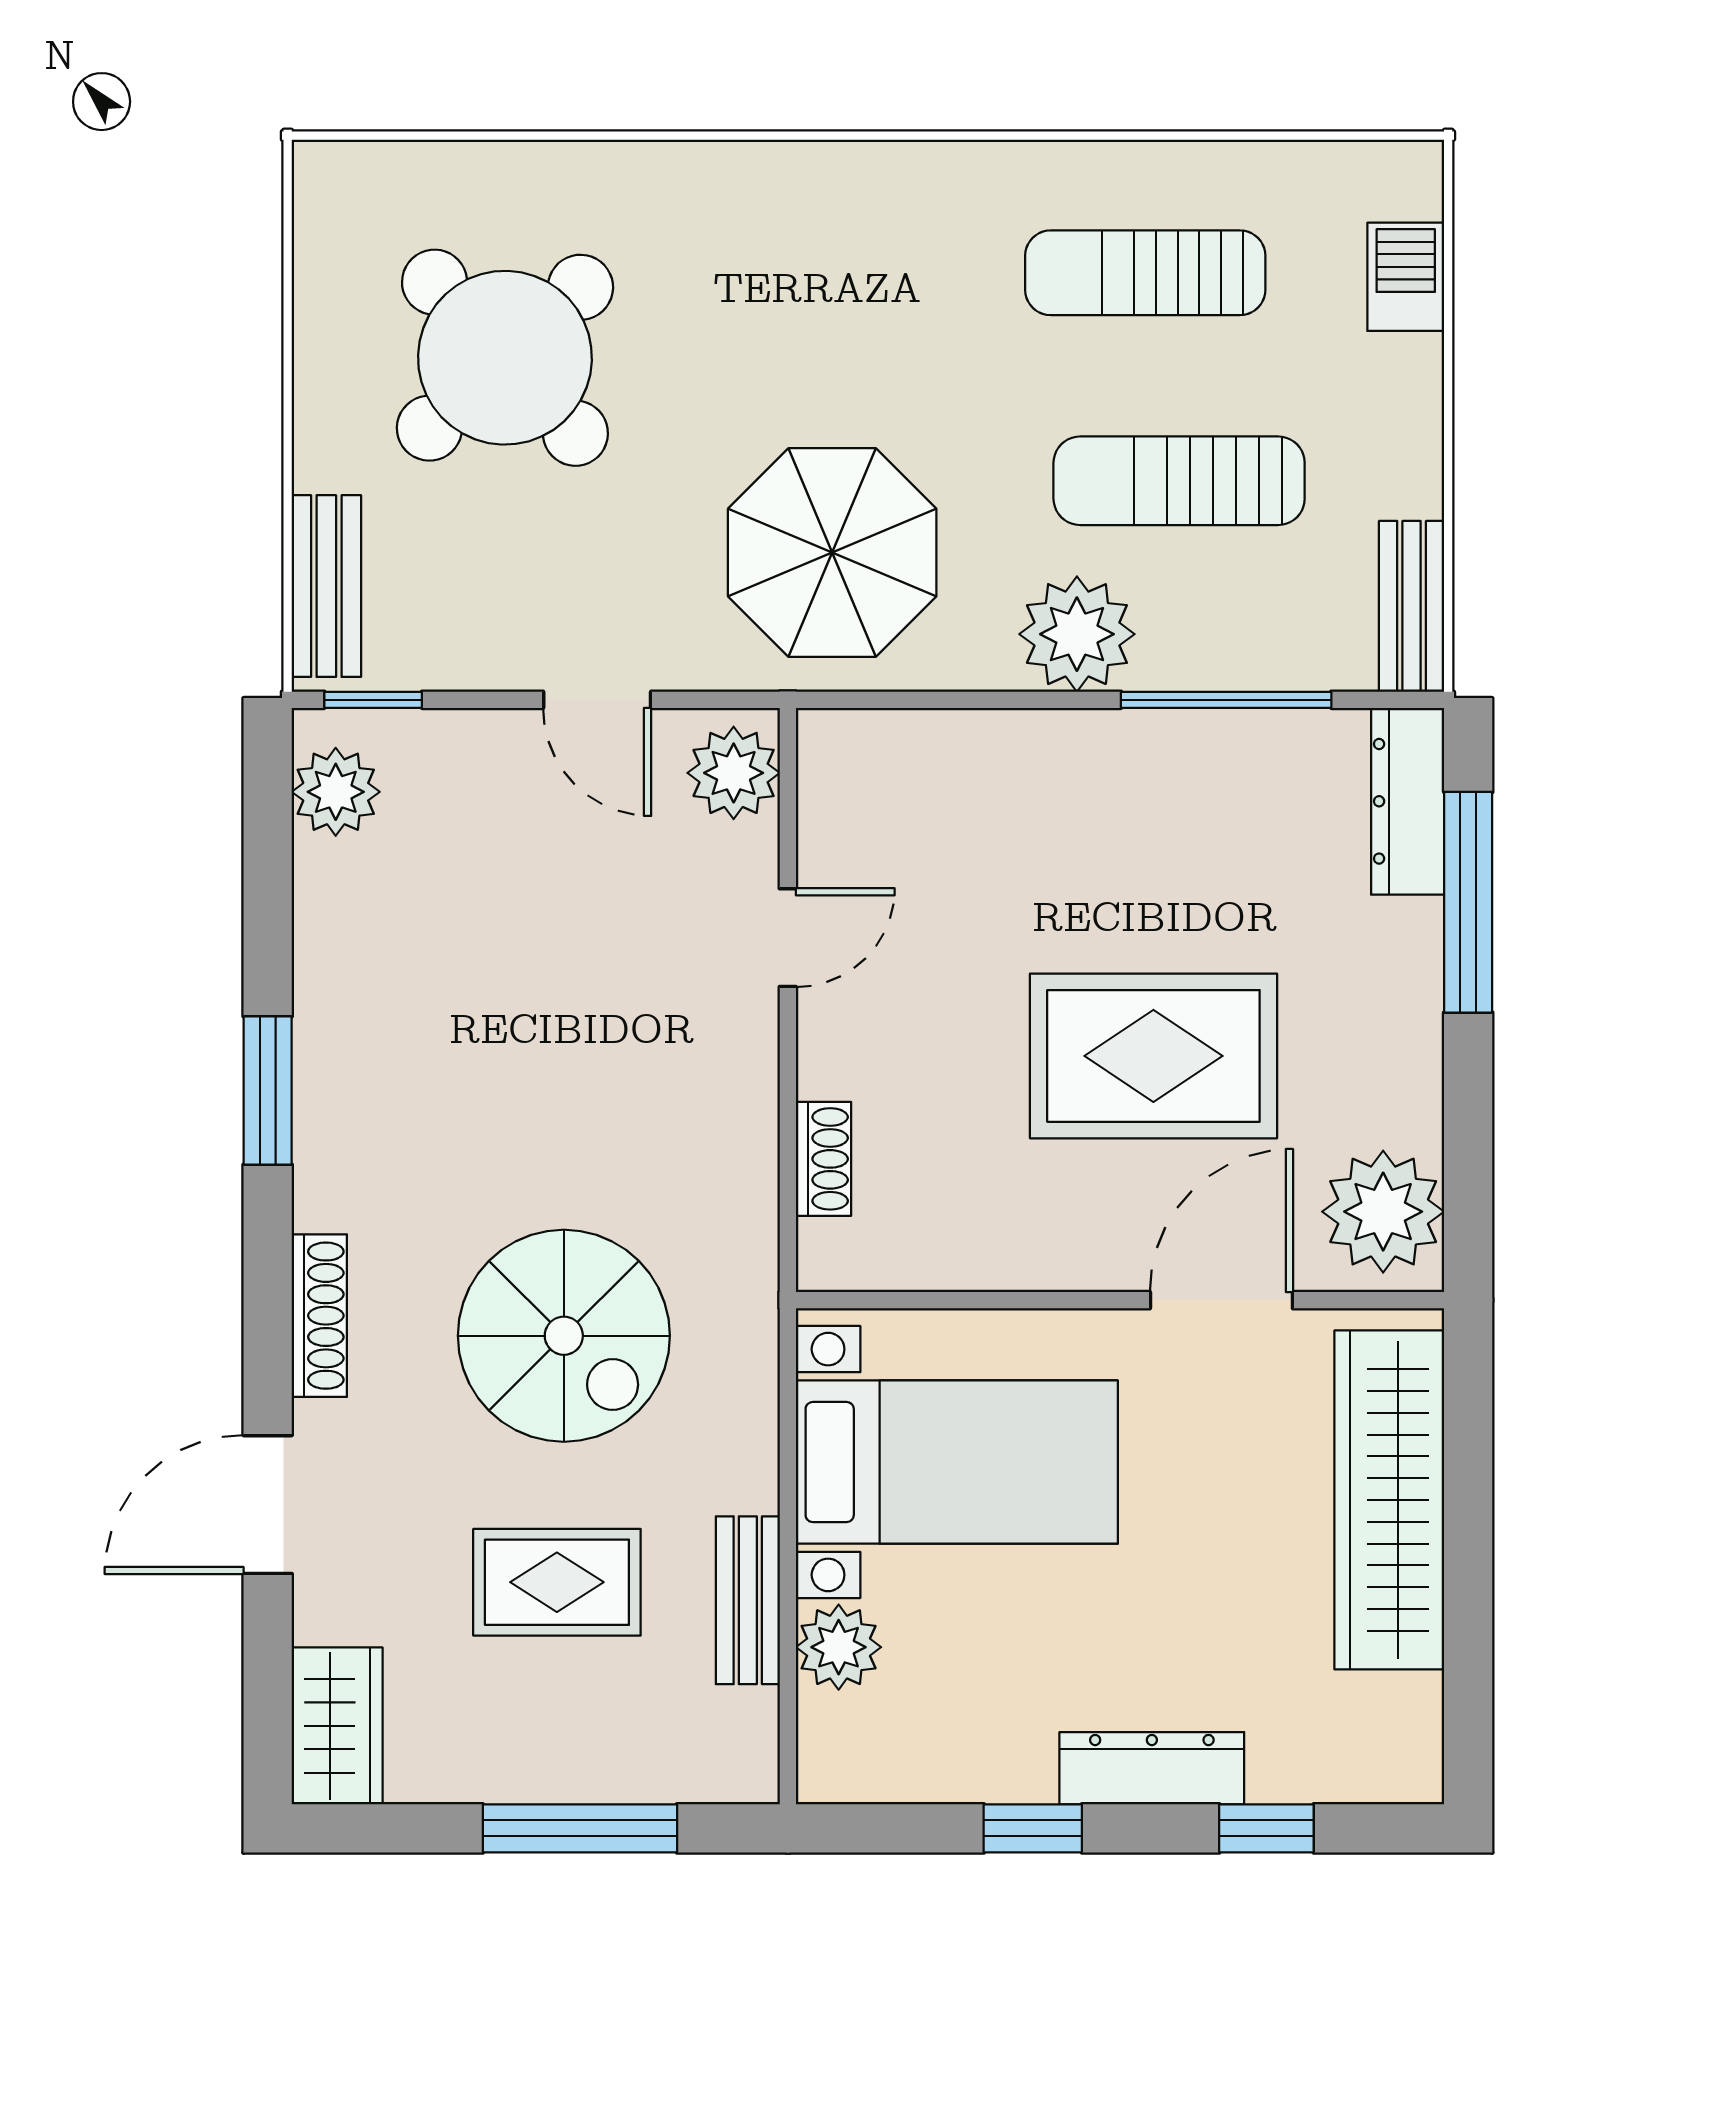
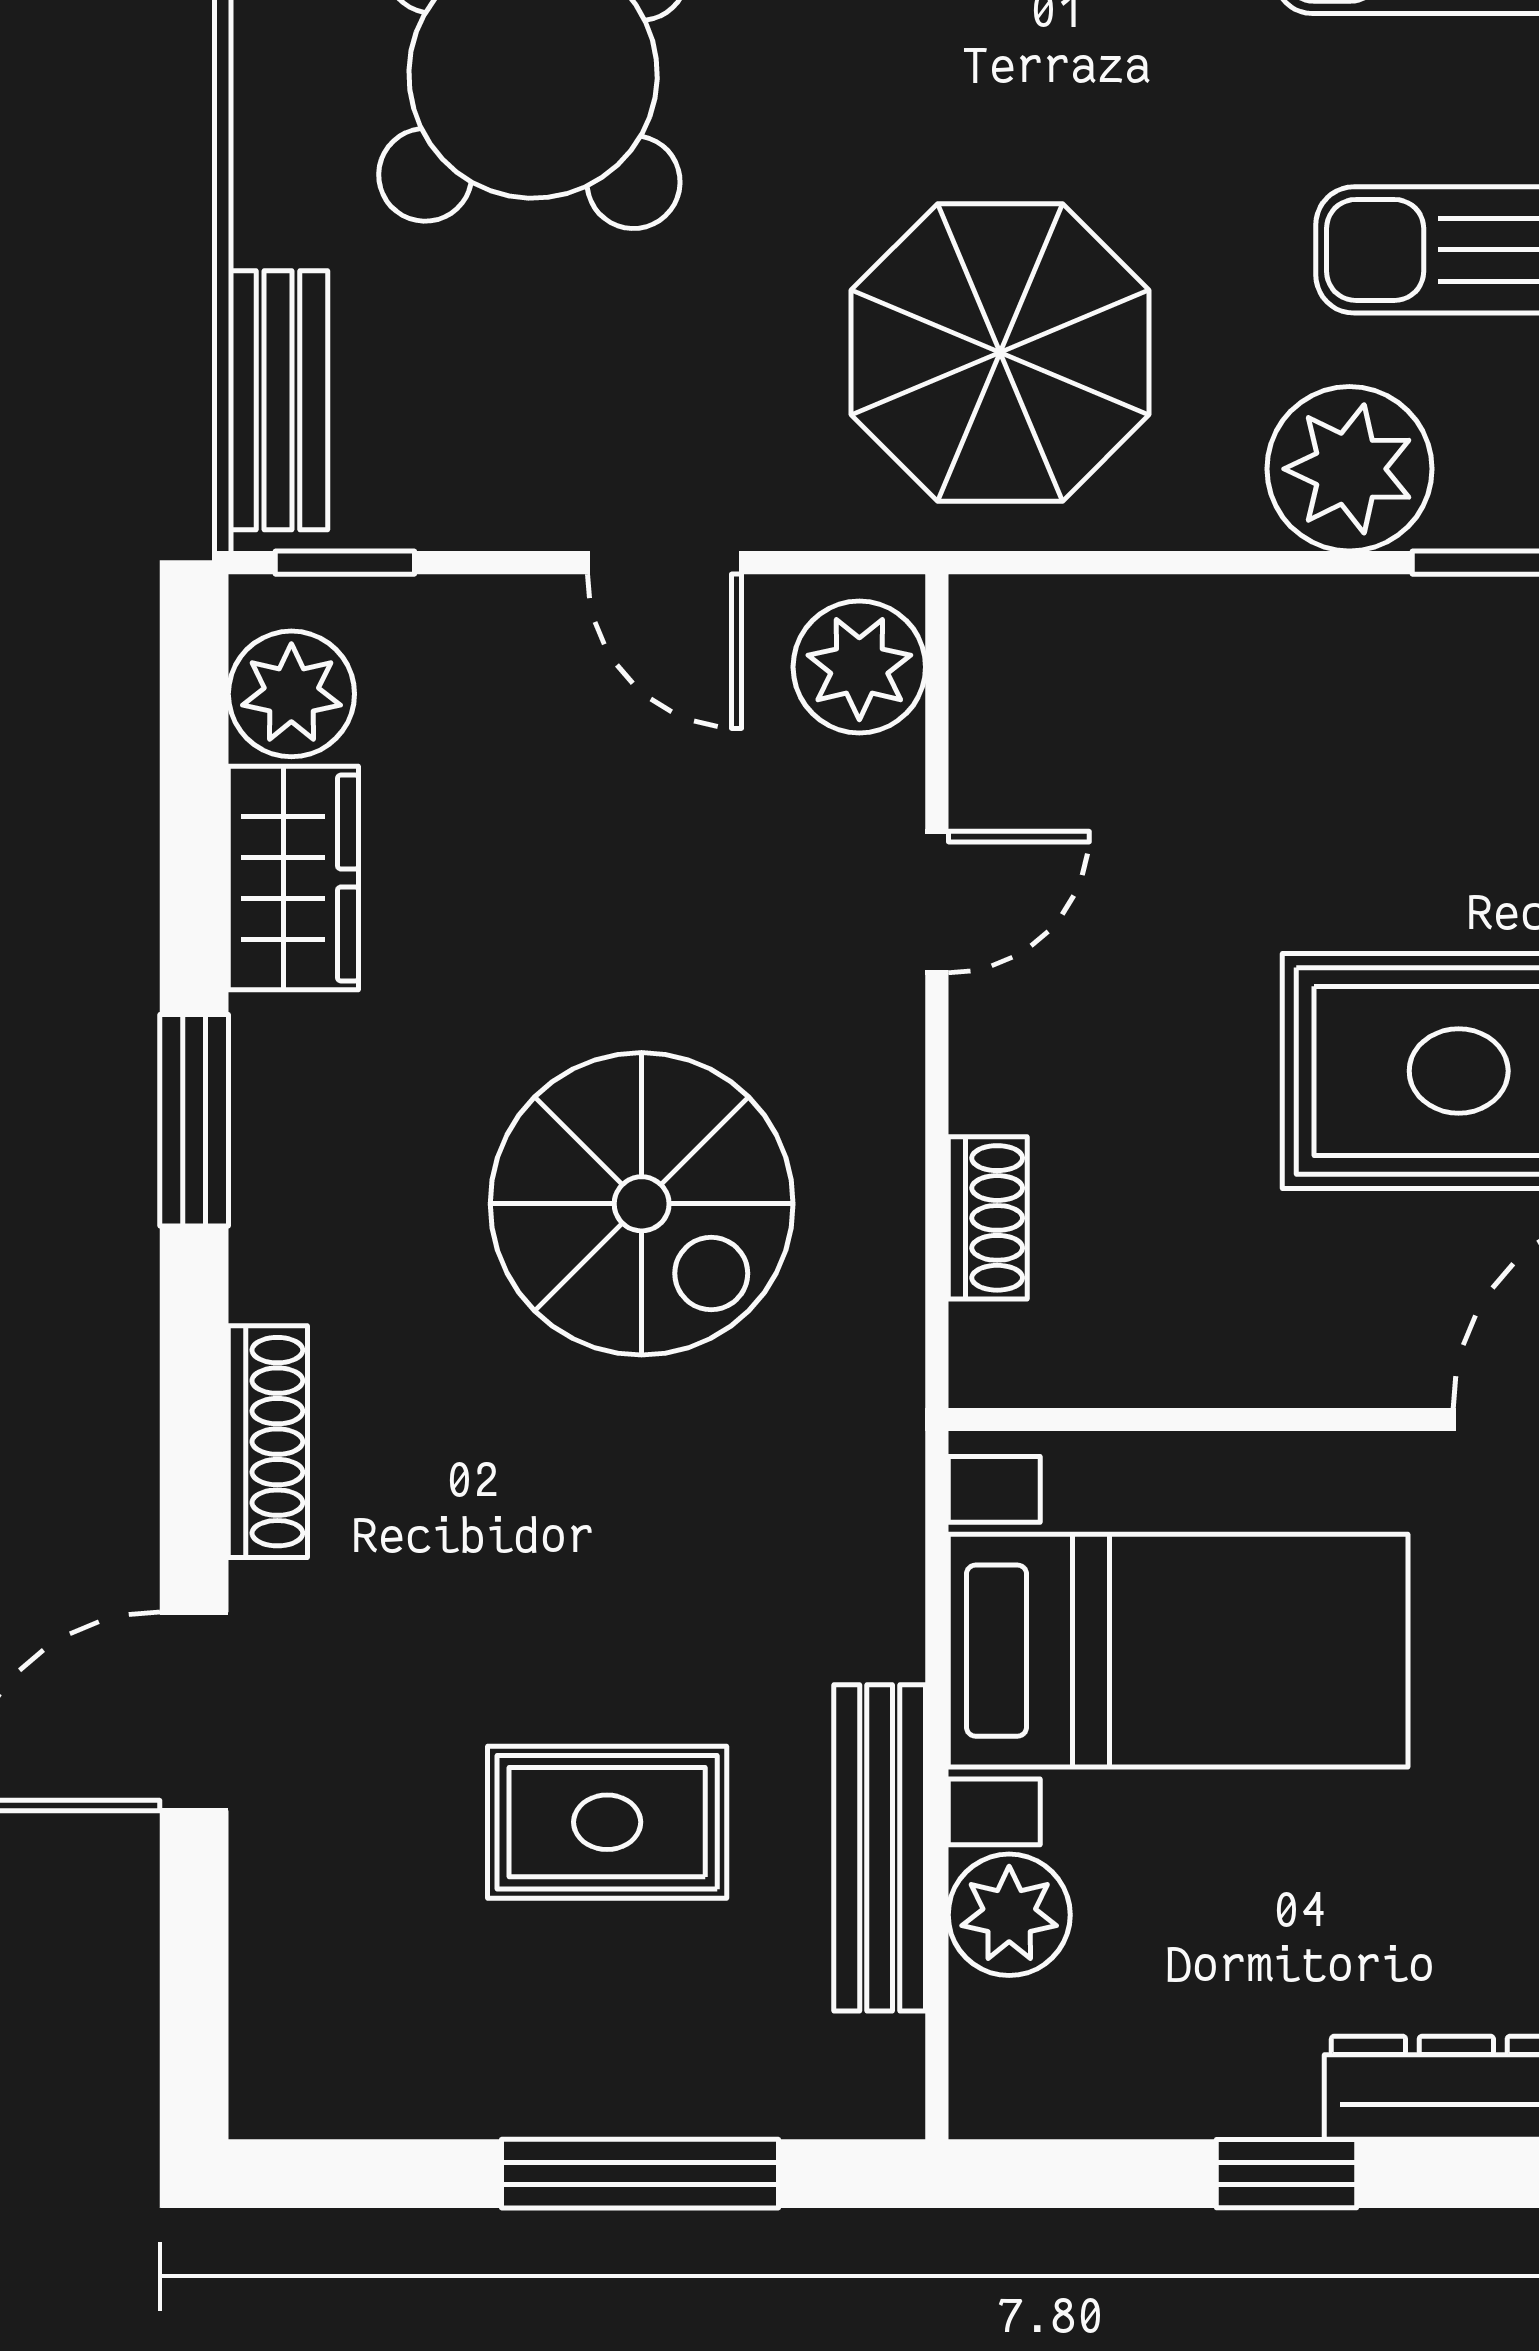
spiral stairs: (564, 1336) -> (642, 1204), moved
bench: (748, 1600) -> (880, 1848), width x1.36
wardrobe: (337, 1726) -> (293, 878), moved

